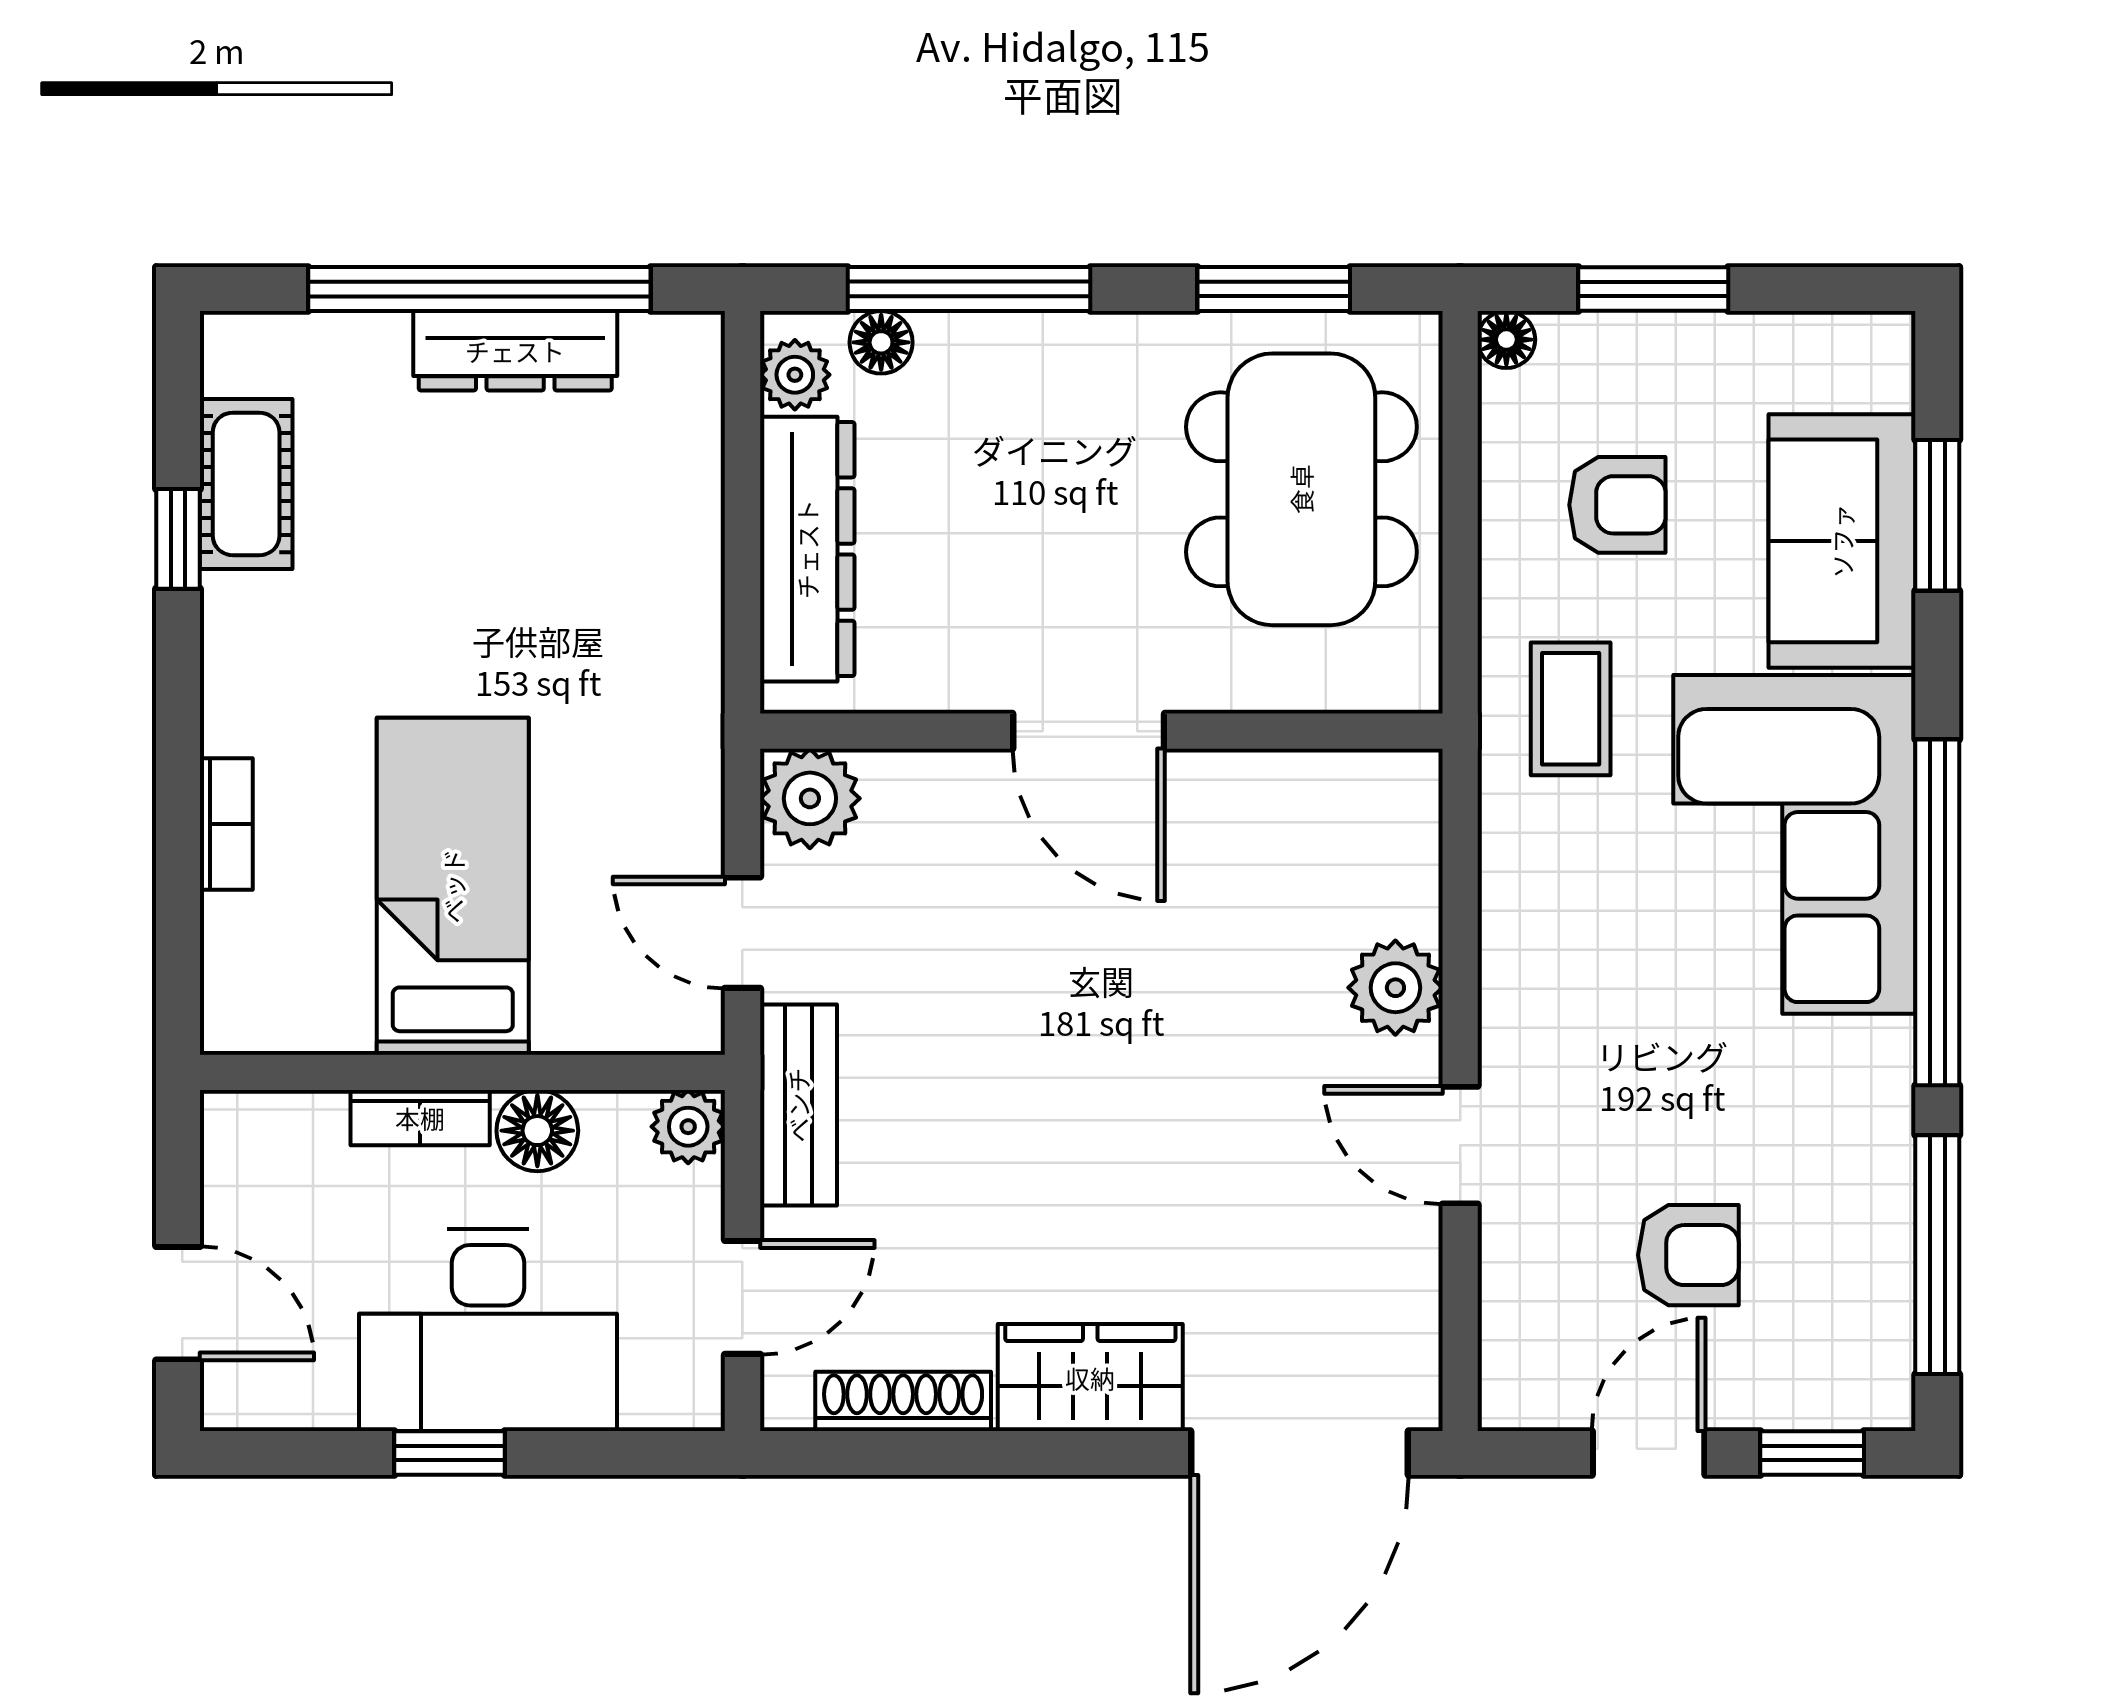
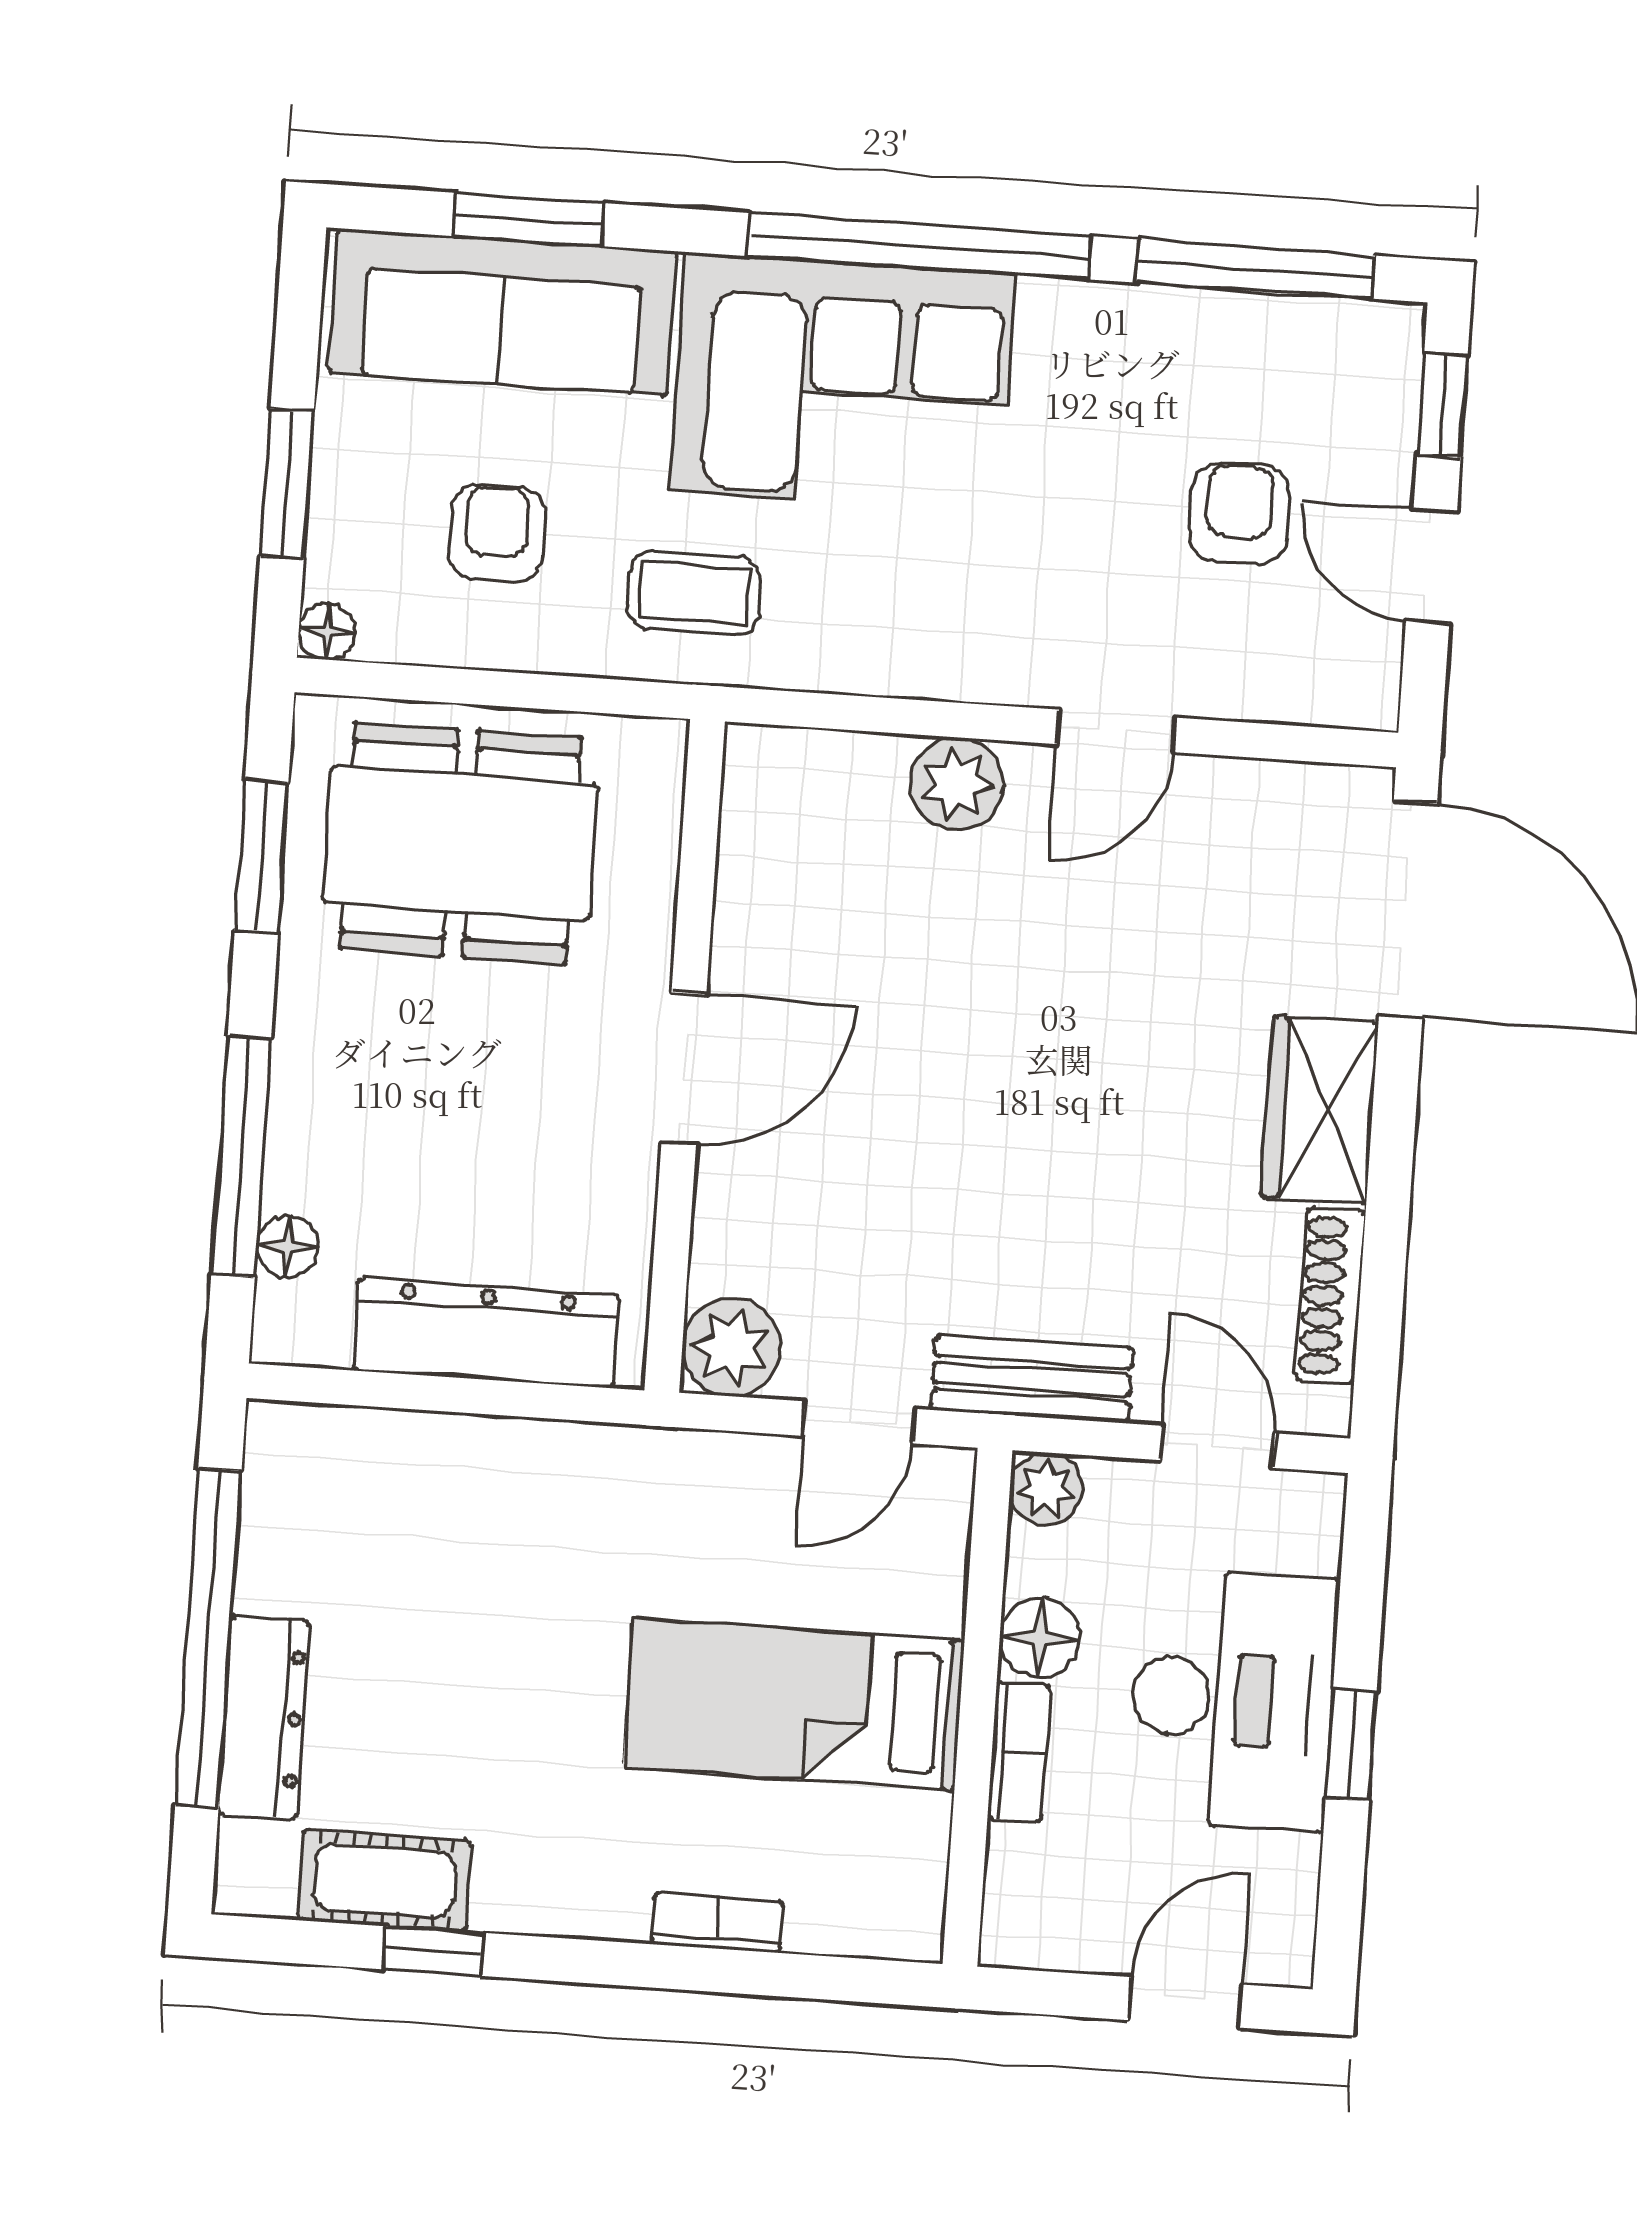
dresser: (515, 351) -> (264, 1718), moved
plant: (795, 375) -> (314, 1333), removed
sofa: (1842, 541) -> (502, 312), width x1.36

